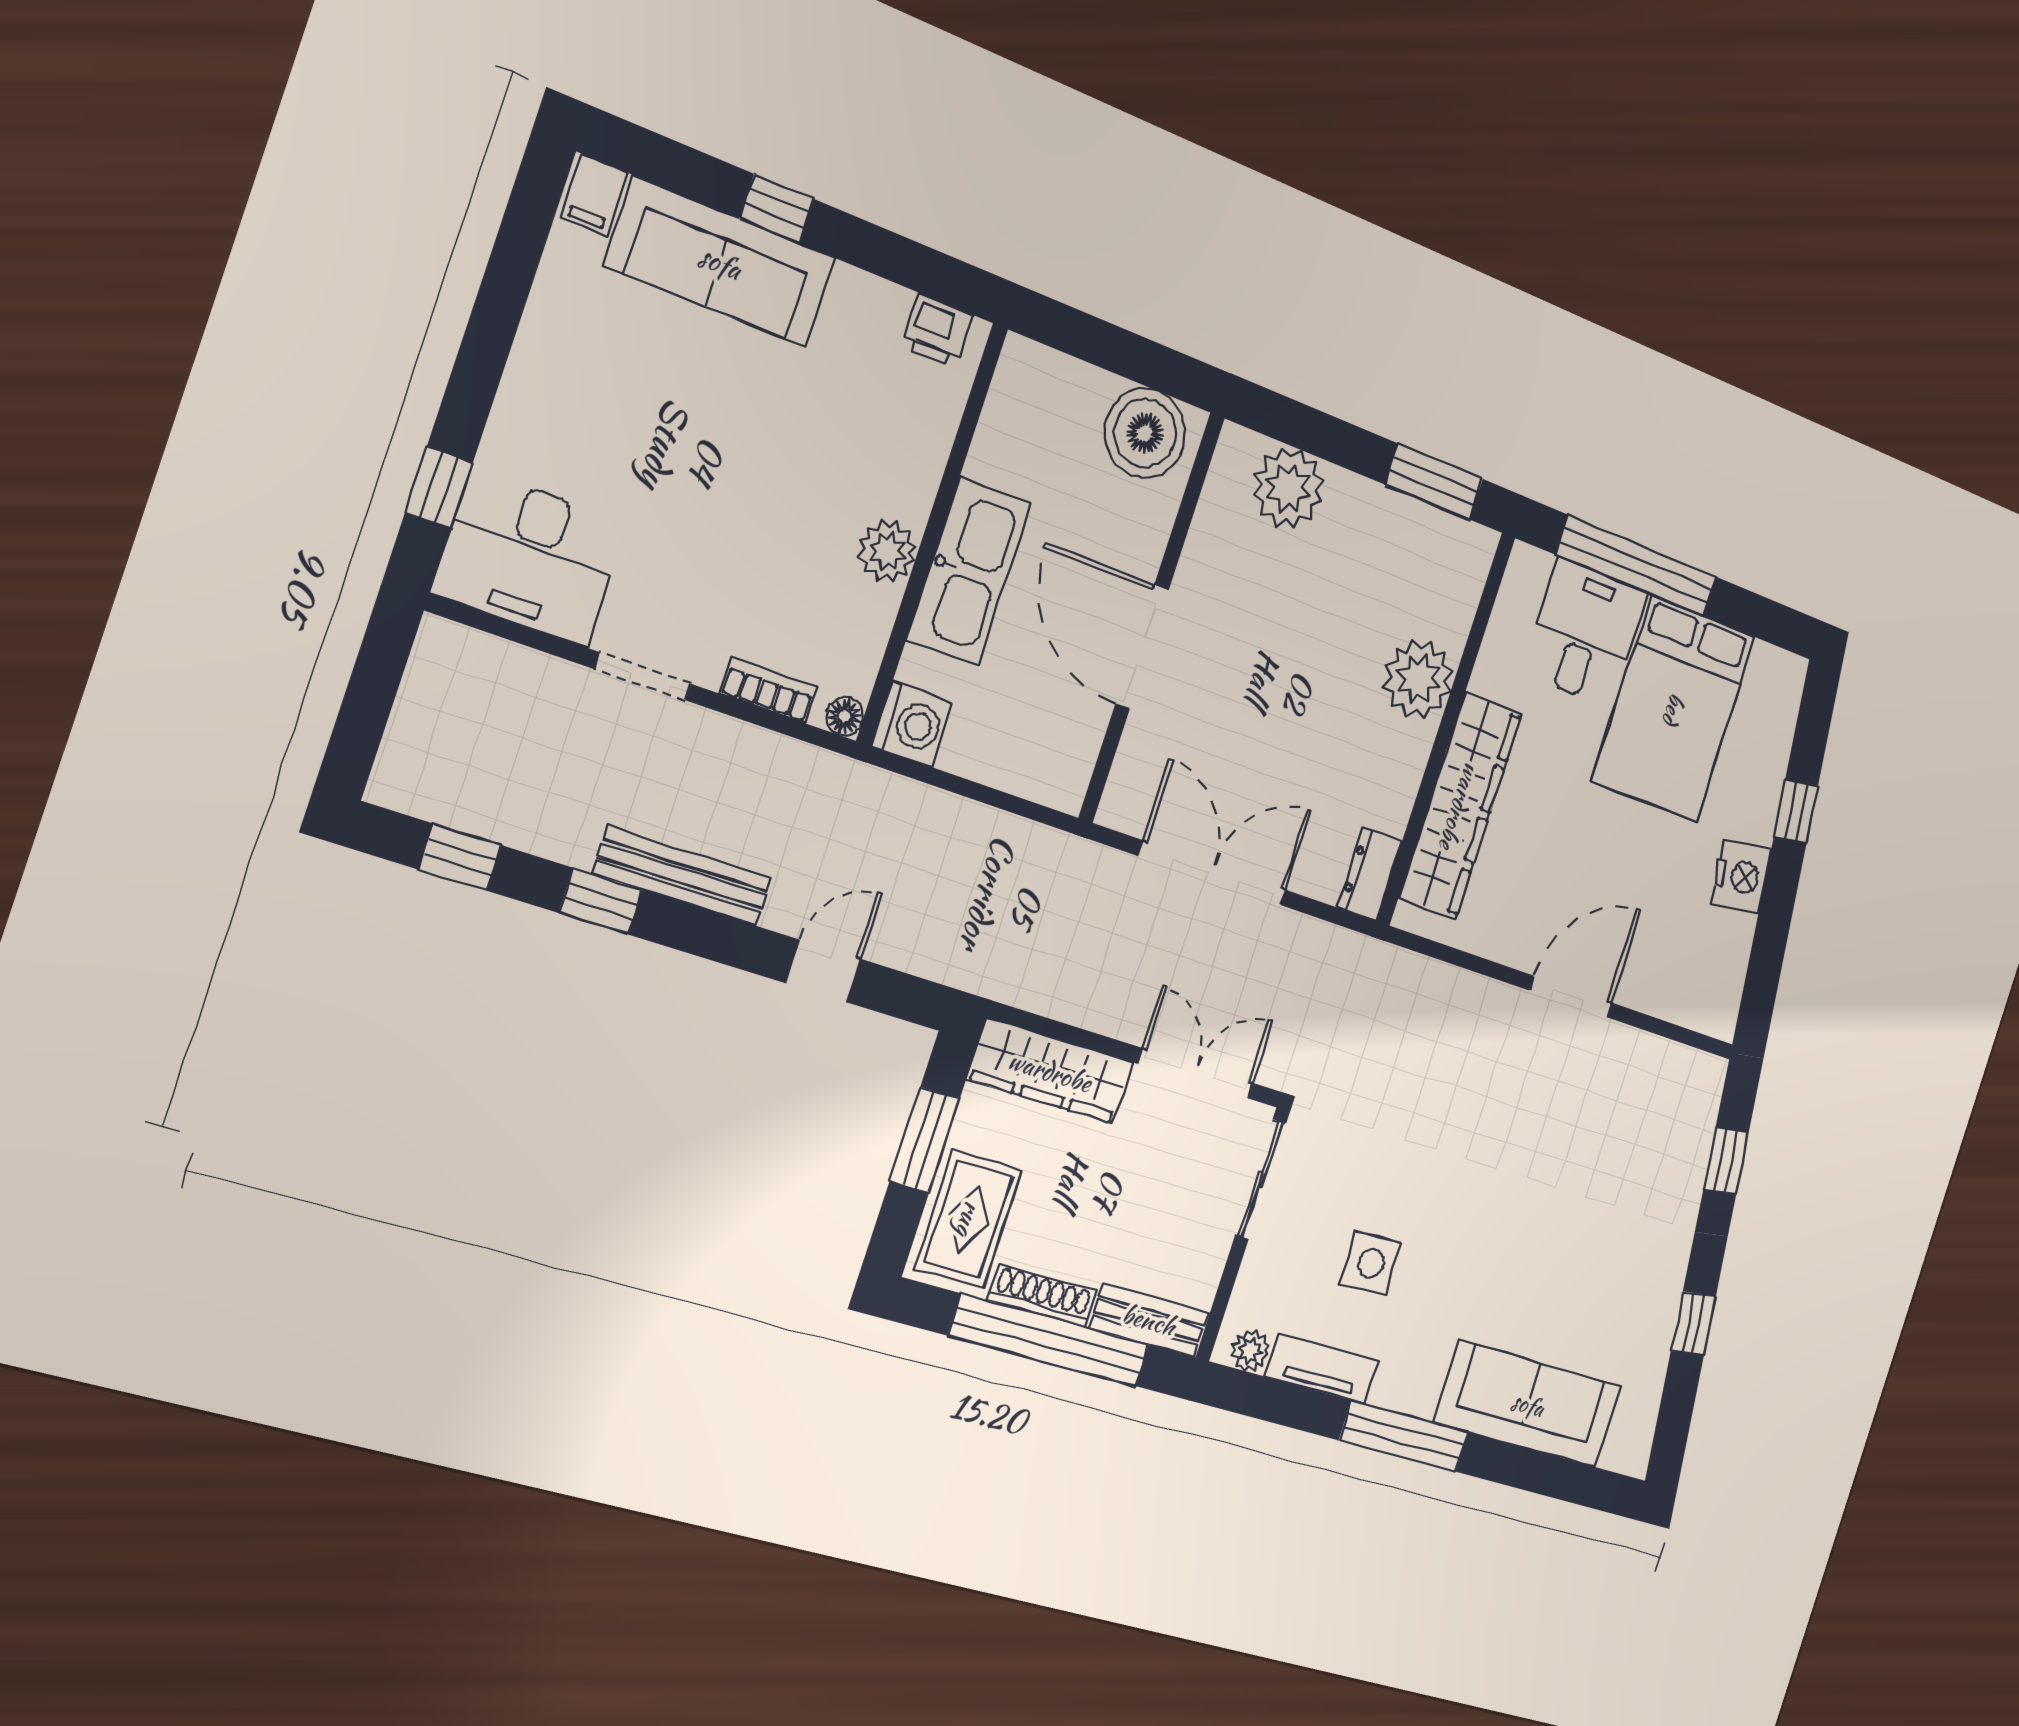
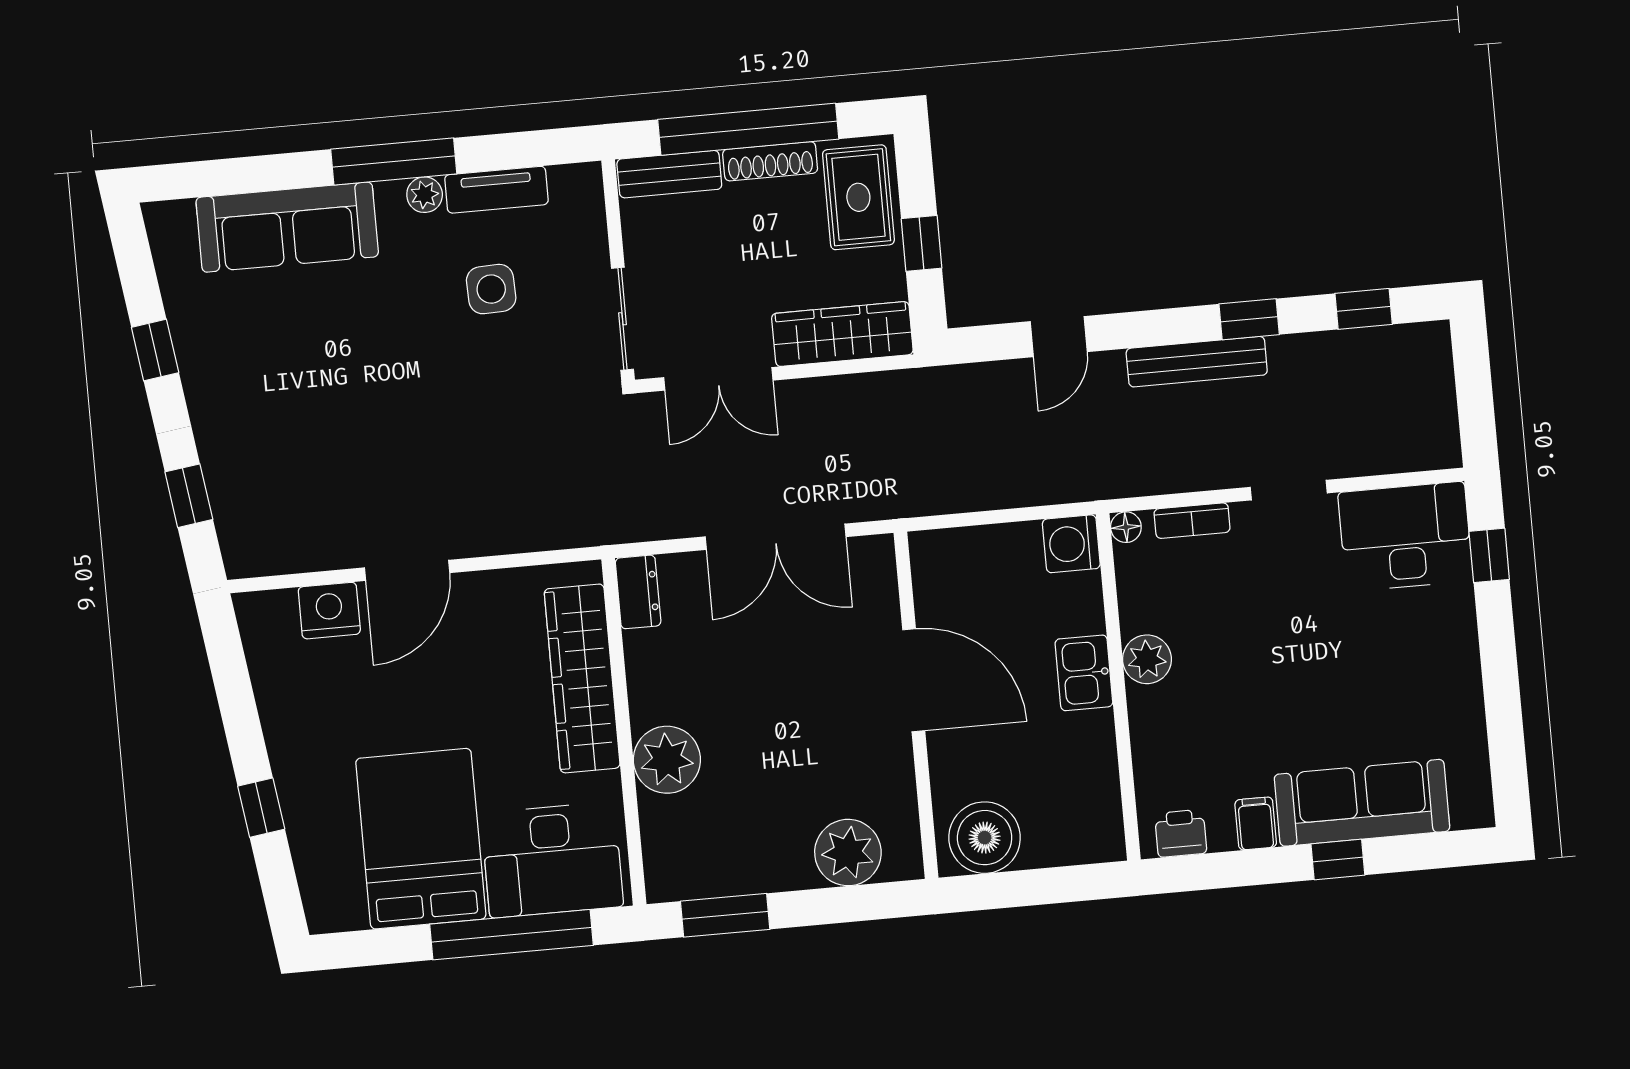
filing cabinet: (594, 195) -> (1256, 823), moved
kitchen sink: (969, 571) -> (1084, 673), width x0.53, depth x0.81
desk: (1585, 633) -> (552, 860), width x1.37
nightstand: (1741, 877) -> (329, 611), moved, turned 98
window: (925, 1140) -> (922, 243), width x0.67
plant: (1250, 1351) -> (425, 195), moved

